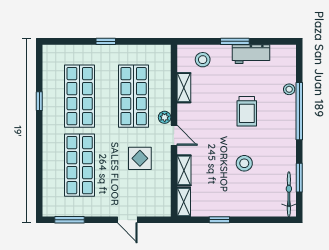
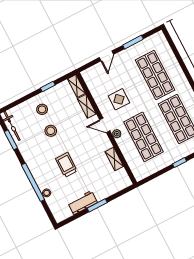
stool: (203, 60) -> (42, 109), moved
window: (70, 220) -> (133, 42), moved
door: (127, 220) -> (106, 56), swing flipped

